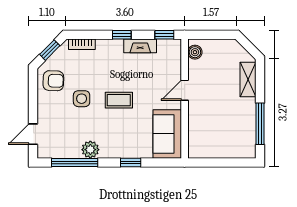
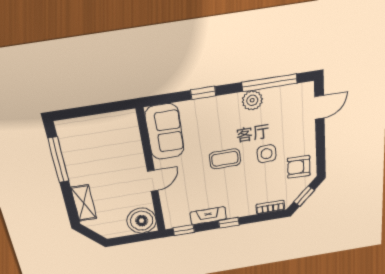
boiler: (195, 52) -> (142, 221), width x1.86, depth x1.86

